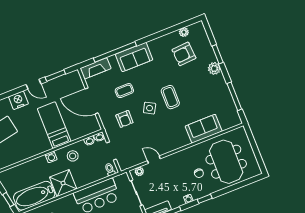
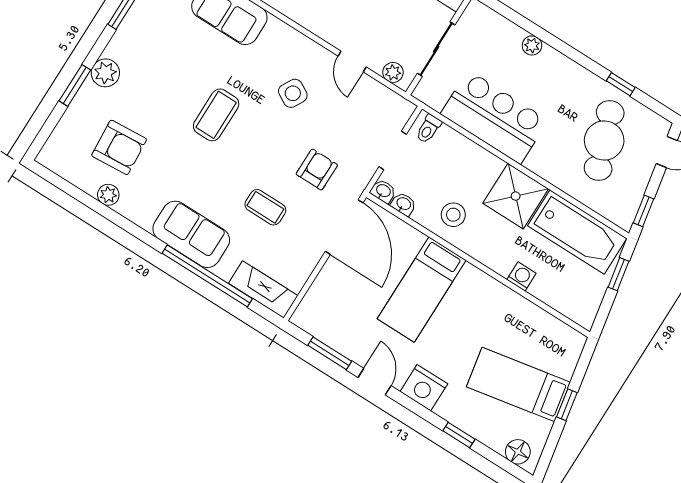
plant: (184, 32) -> (108, 195), moved
door: (92, 101) -> (344, 227), moved
side table: (150, 108) -> (293, 93), moved
washing machine: (51, 157) -> (521, 277), moved

